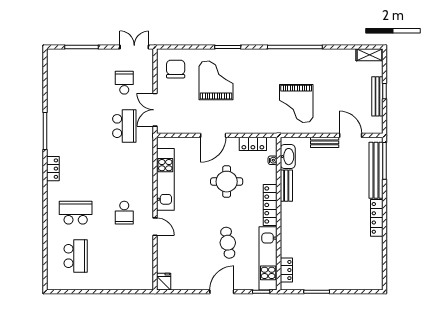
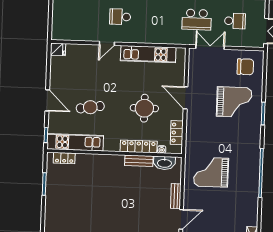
locker: (270, 205) -> (139, 146), moved

